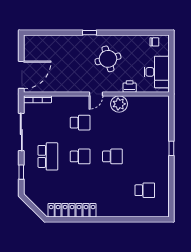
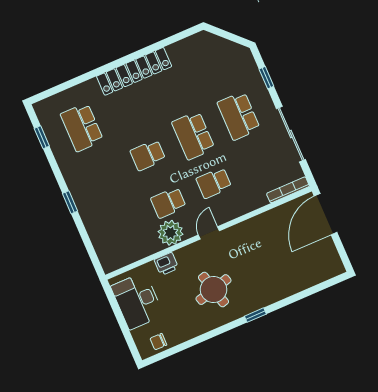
school desk: (112, 123) -> (168, 203), added
school desk: (80, 156) -> (193, 135), width x1.85
school desk: (145, 190) -> (82, 127), width x1.85
window: (171, 195) -> (42, 137), added
locker: (72, 210) -> (134, 71), moved

